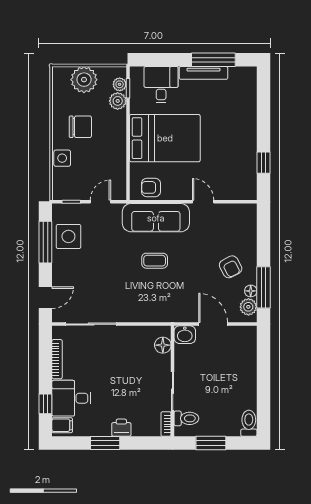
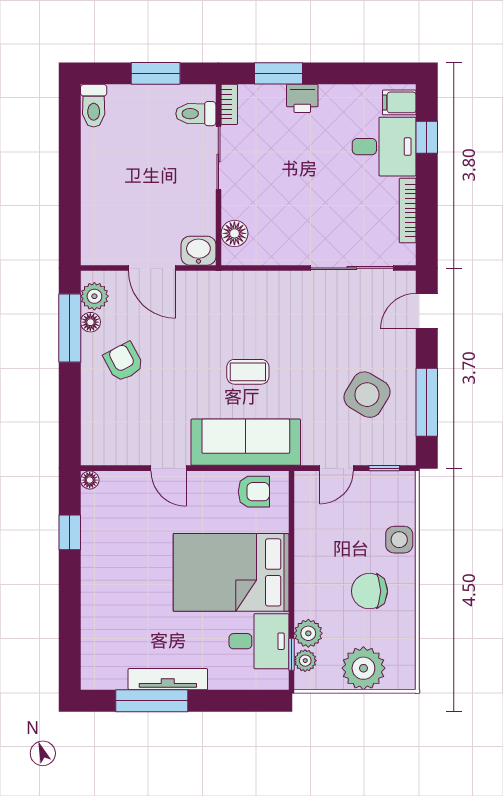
desk: (161, 85) -> (259, 641), moved, turned -90
floor lamp: (251, 195) -> (90, 480), added
side table: (68, 236) -> (367, 395), moved, turned 31
window: (105, 443) -> (278, 73), moved

